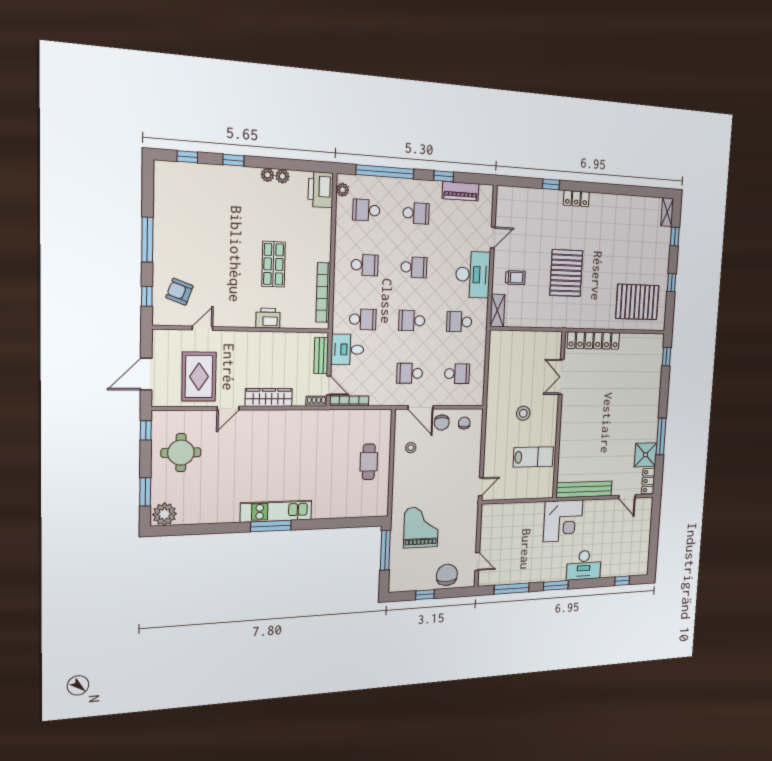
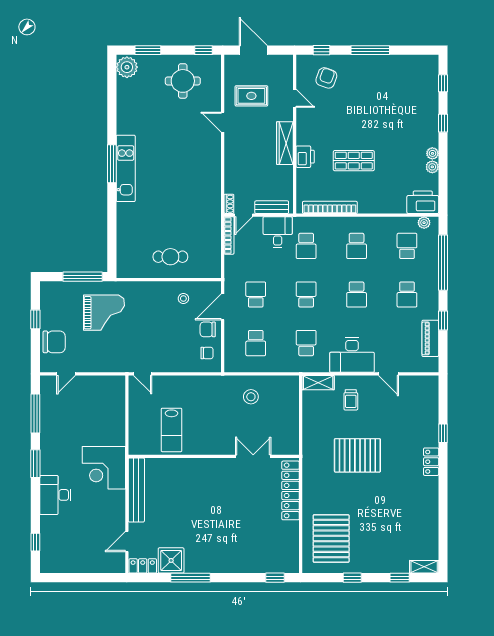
rug: (199, 377) -> (251, 96), width x0.73, depth x0.70
wardrobe: (269, 397) -> (285, 143), moved, turned 180
stool: (523, 413) -> (251, 397), moved

